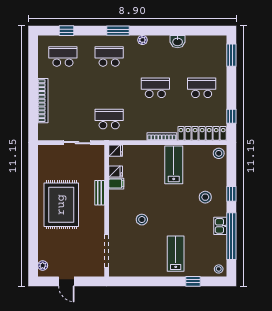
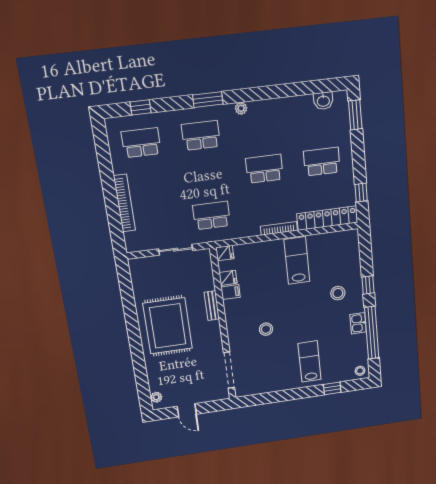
washbasin: (178, 42) -> (323, 101), moved
stool: (219, 153) -> (349, 240), removed

